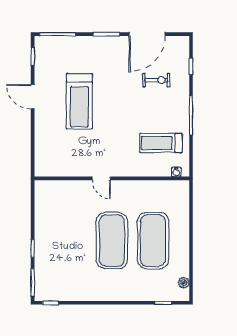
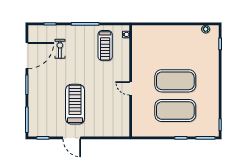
door: (147, 34) -> (27, 55), hinge flipped
door: (33, 97) -> (72, 138), hinge flipped
treadmill: (79, 101) -> (75, 104), turned -90
door: (101, 178) -> (131, 88), swing flipped
exercise mat: (153, 241) -> (175, 111), moved

